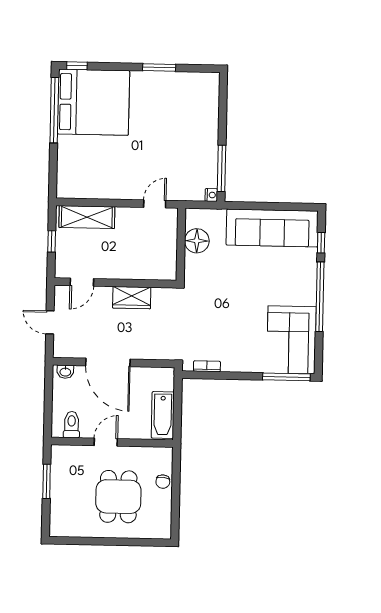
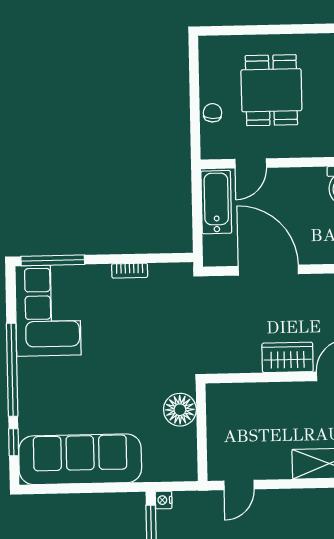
floor lamp: (197, 241) -> (180, 410), moved
wardrobe: (132, 298) -> (288, 357), moved
door: (108, 362) -> (268, 270), moved
bookcase: (207, 366) -> (130, 271), moved
door: (106, 442) -> (251, 163), moved

